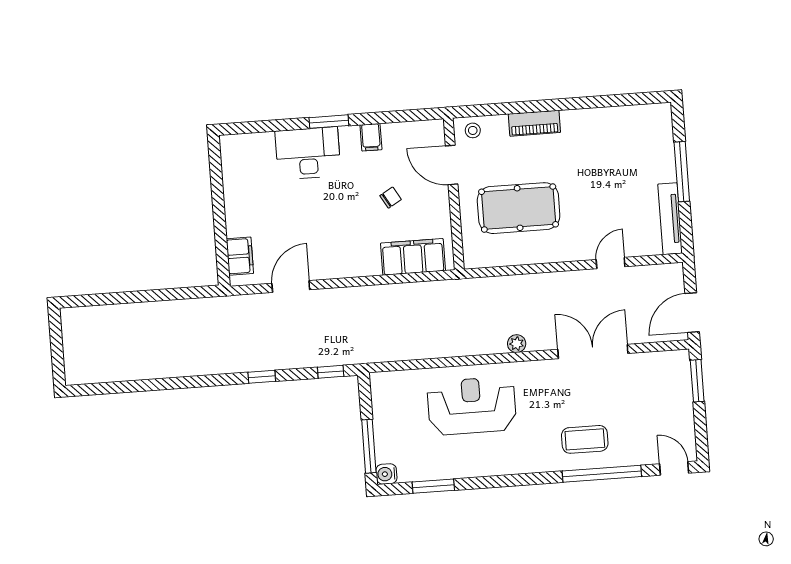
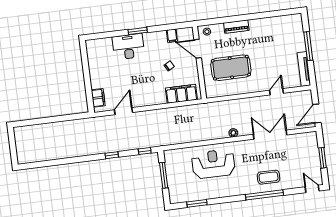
filing cabinet: (371, 137) -> (172, 36), moved
window: (697, 381) -> (322, 158), moved
window: (369, 446) -> (164, 175), moved
water cooler: (386, 474) -> (174, 199), removed
window: (602, 474) -> (264, 195), moved

